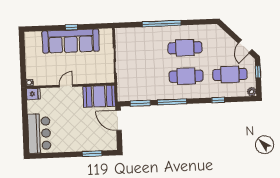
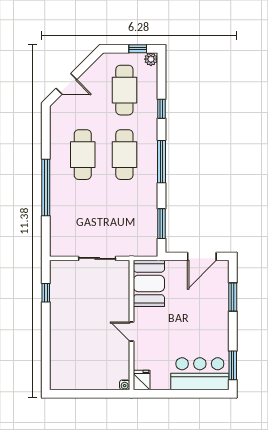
window: (71, 27) -> (46, 293), moved
sofa: (71, 41) -> (66, 322), removed
door: (245, 46) -> (66, 84), moved
window: (258, 72) -> (138, 49), moved
window: (172, 102) -> (161, 162), moved
door: (119, 120) -> (202, 256), moved
window: (46, 155) -> (233, 365), added

